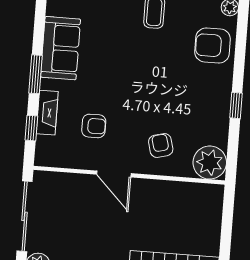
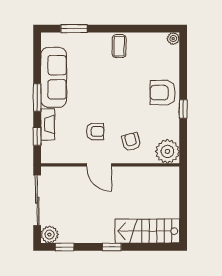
armchair: (213, 46) -> (163, 93), moved
sofa: (61, 48) -> (54, 77), width x1.36
armchair: (94, 126) -> (95, 131), moved

